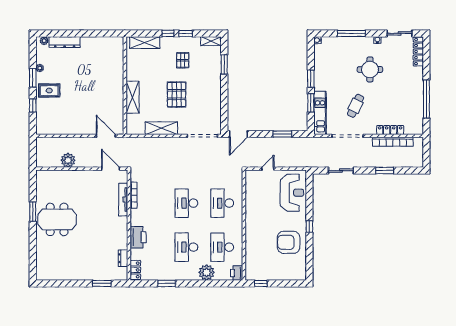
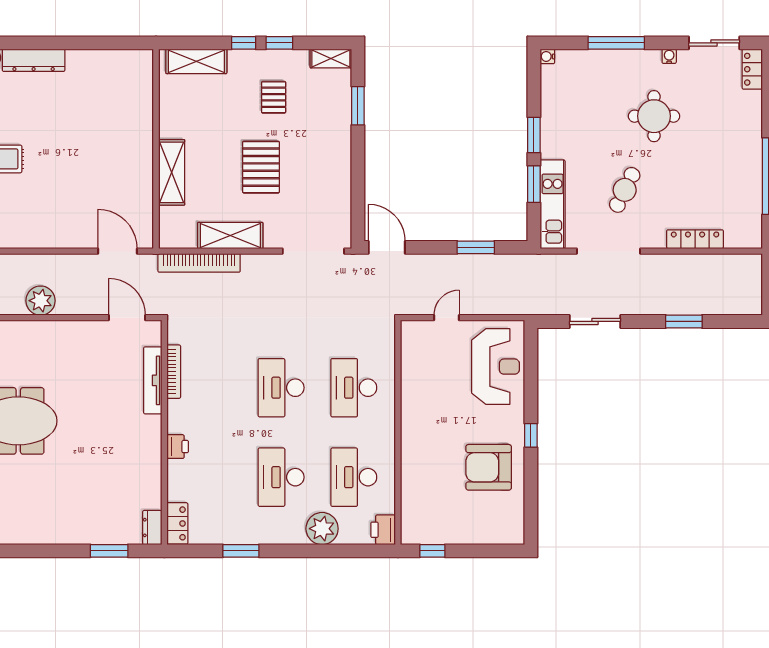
locker: (418, 52) -> (752, 69), width x0.66
door: (238, 134) -> (387, 247), swing flipped
bookcase: (393, 142) -> (199, 263), moved
printer: (138, 237) -> (178, 447), width x0.53, depth x0.68
dresser: (123, 258) -> (152, 528), moved

